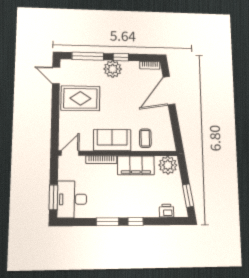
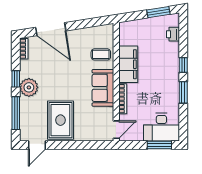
door: (70, 153) -> (116, 130), swing flipped
plant: (168, 165) -> (128, 32), removed

